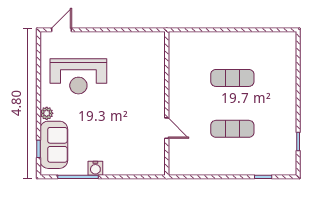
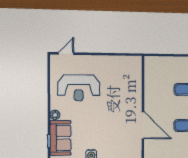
door: (167, 128) -> (143, 125), width x1.87

